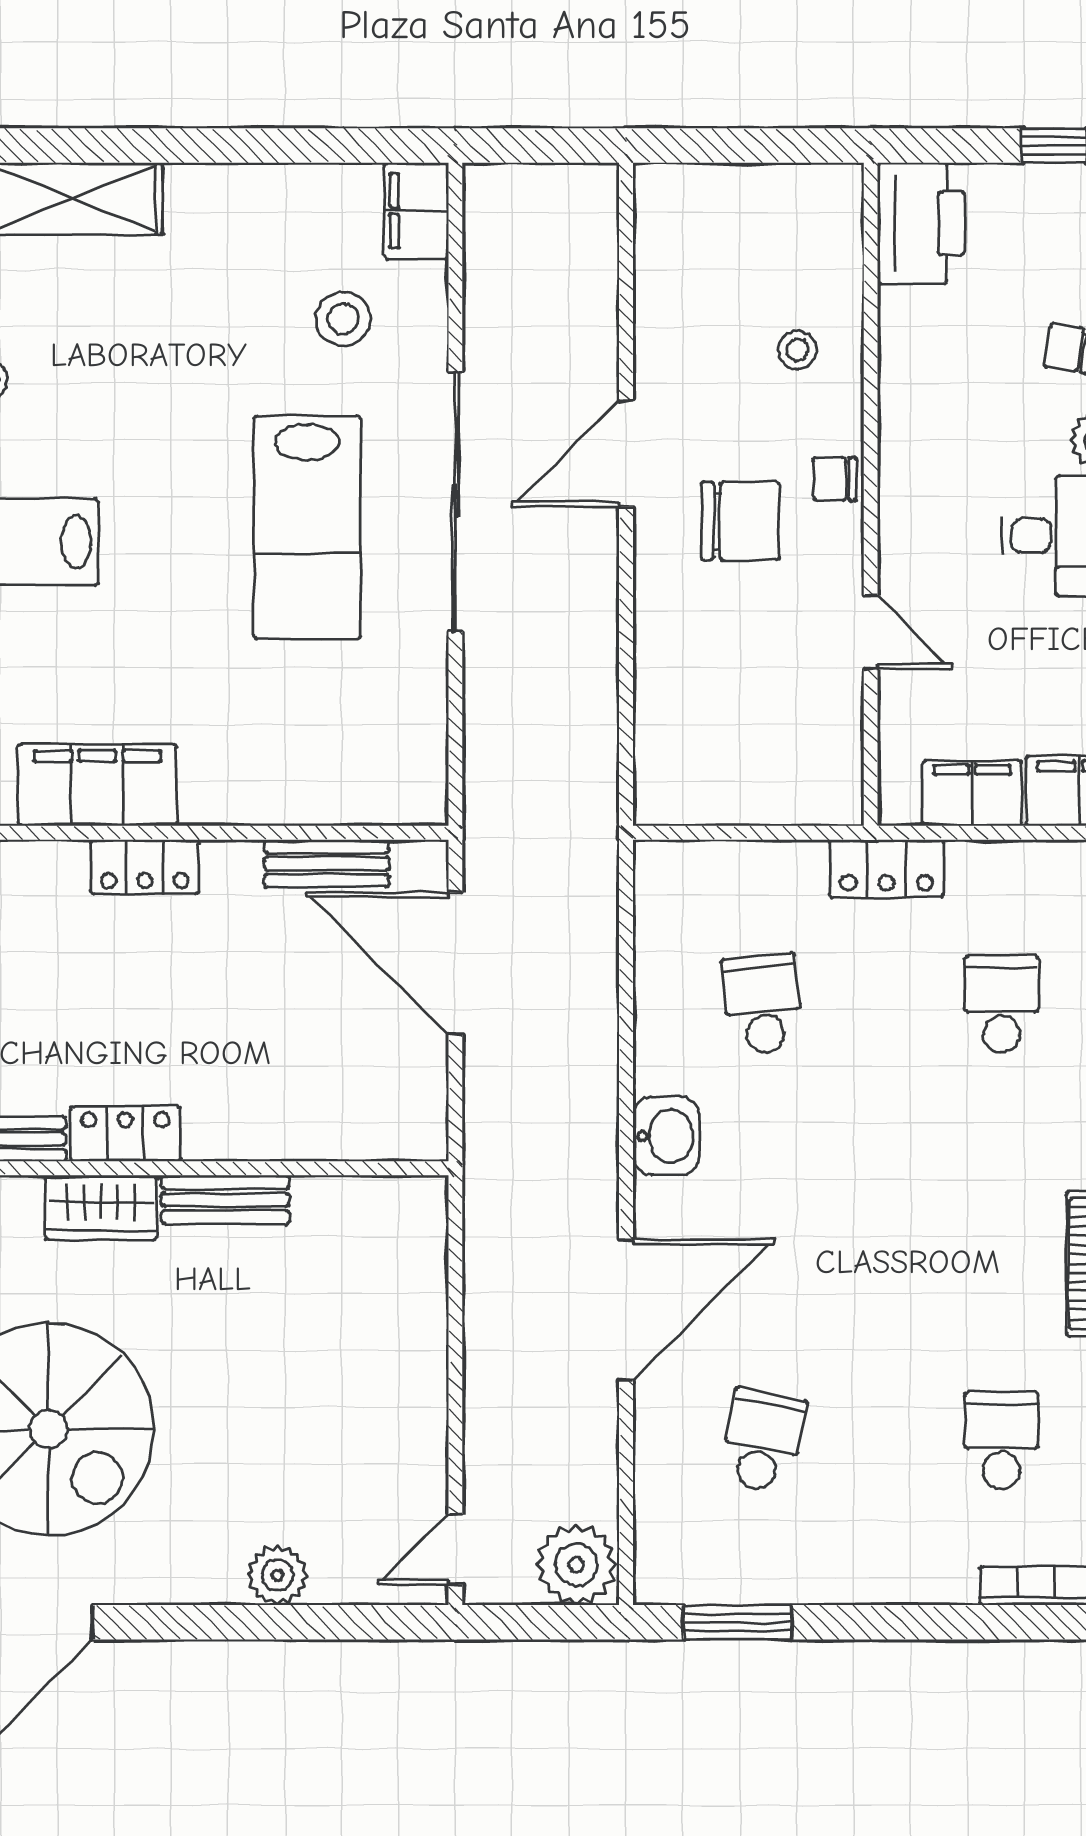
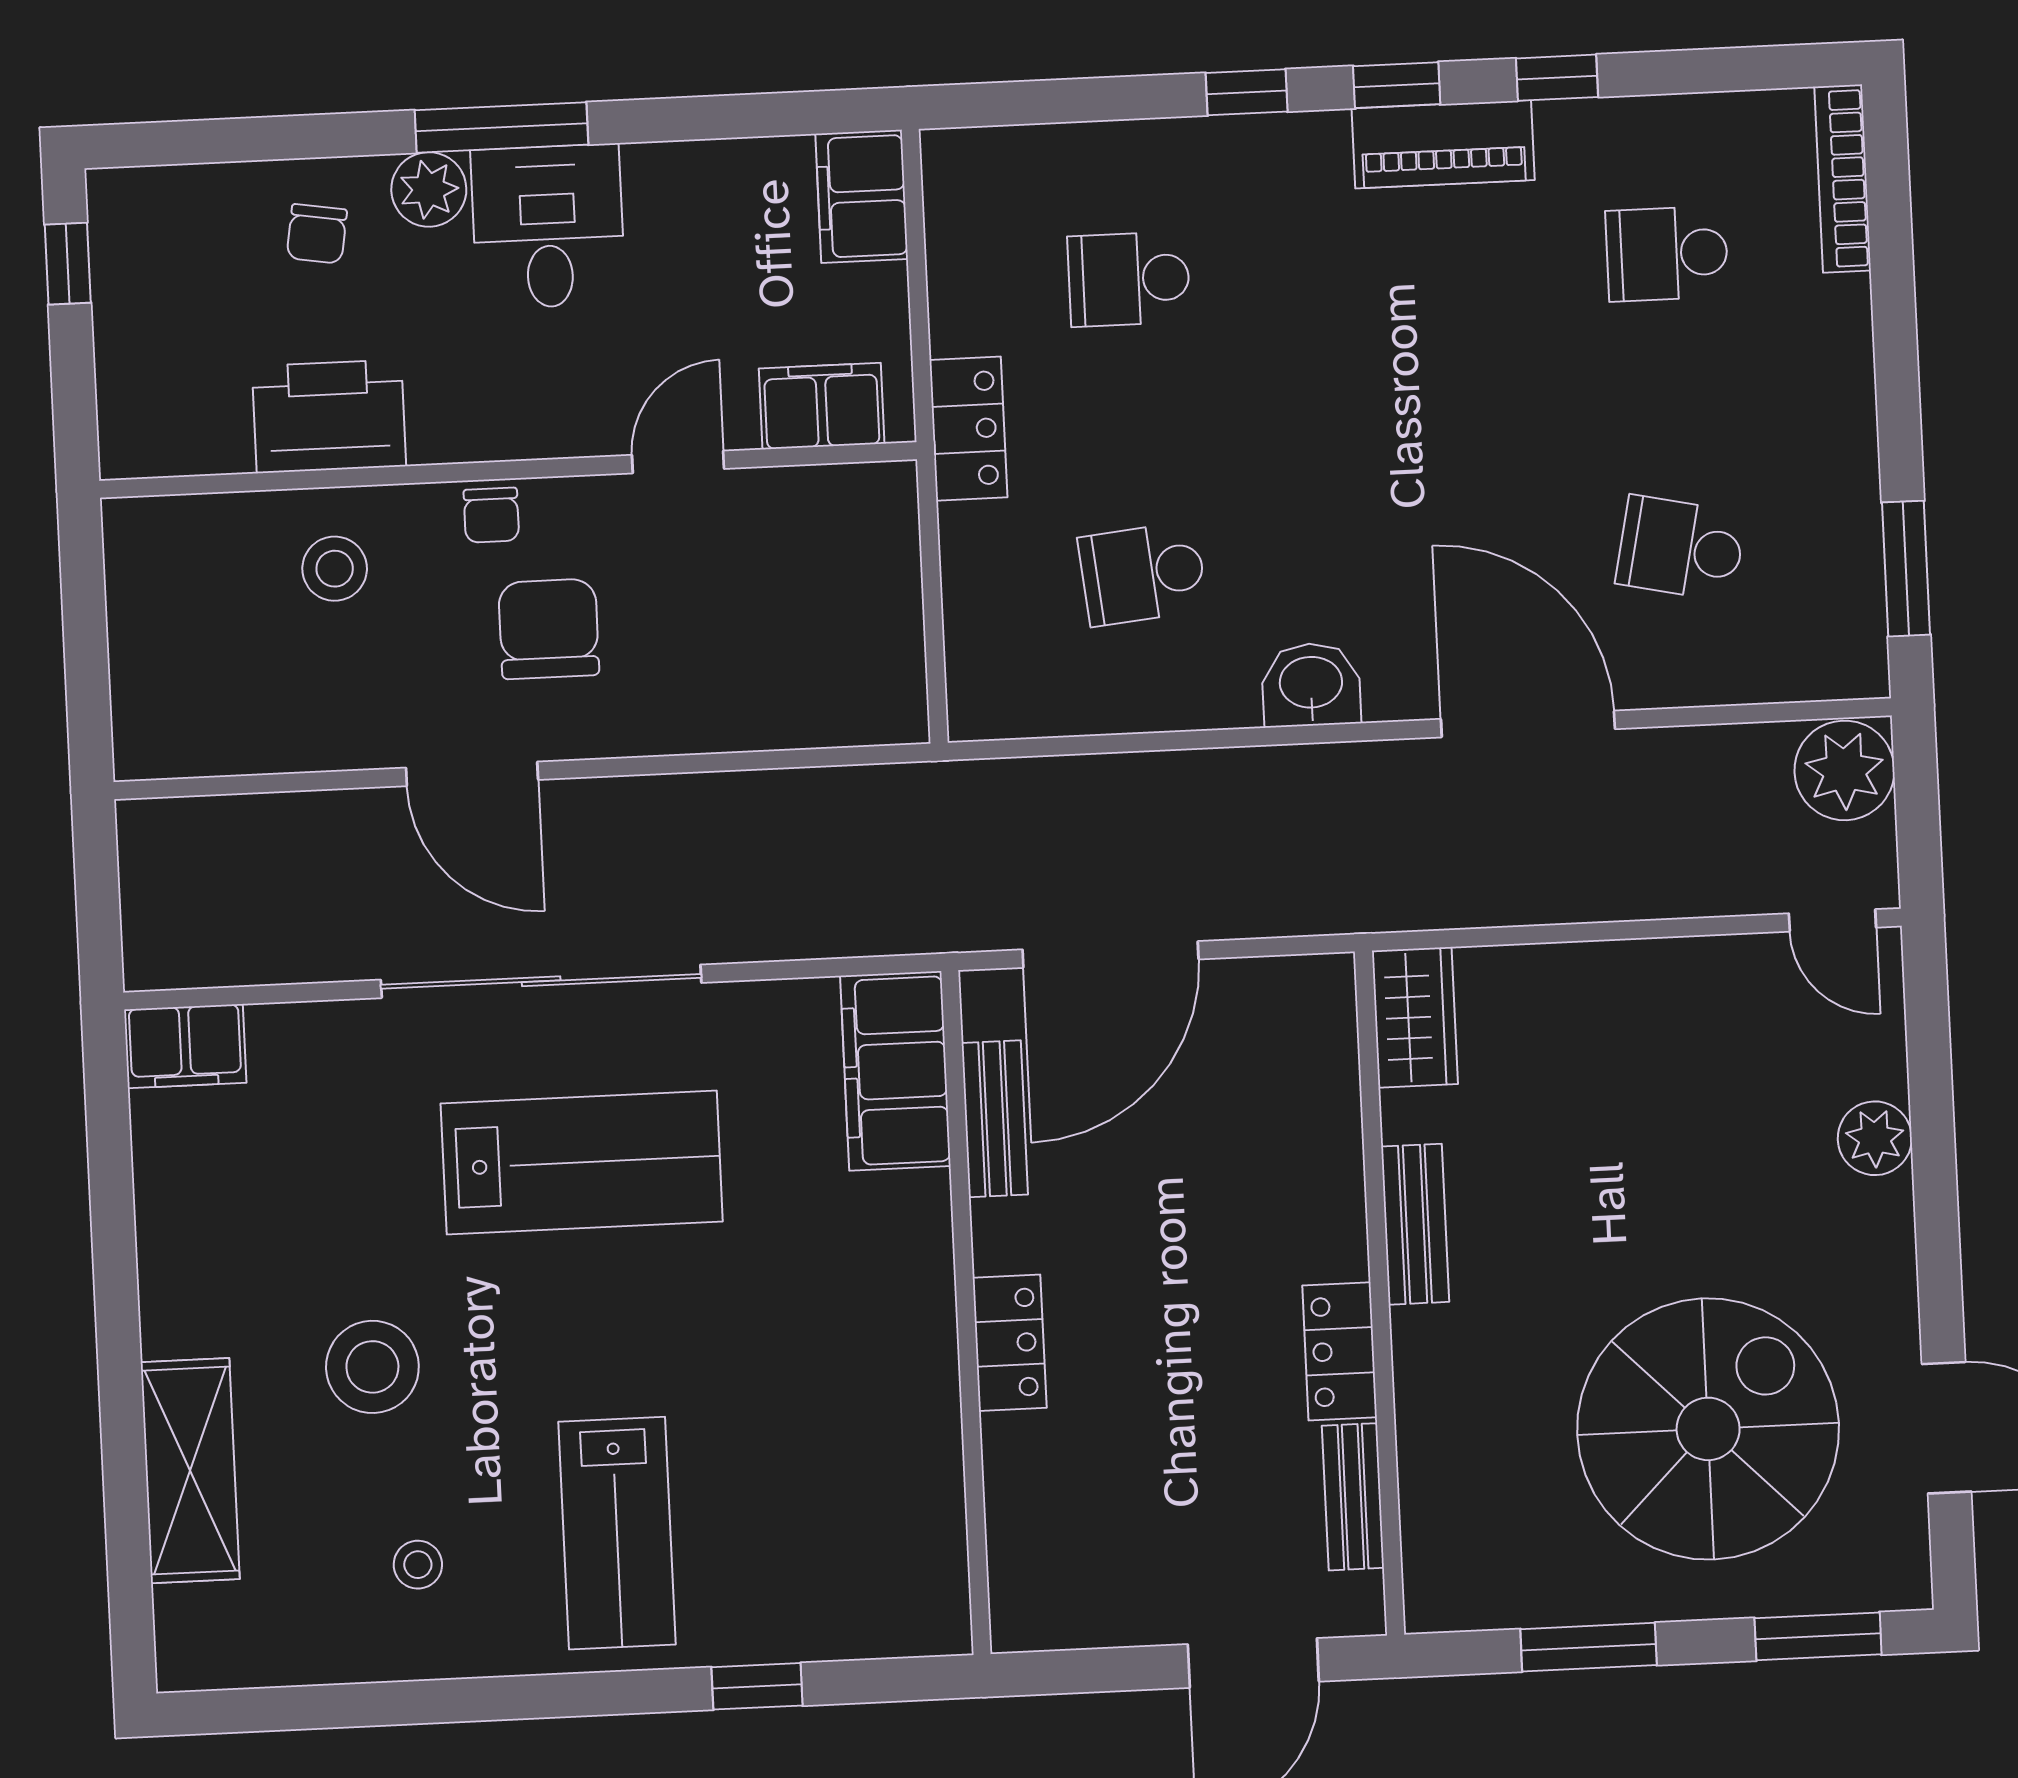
printer: (921, 223) -> (329, 416), moved
stool: (343, 319) -> (372, 1367), moved, width x1.38, depth x1.38
stool: (797, 350) -> (335, 569), width x1.37, depth x1.37
filing cabinet: (97, 785) -> (895, 1071), moved
filing cabinet: (972, 793) -> (822, 406), moved, turned 90
wardrobe: (101, 1207) -> (1415, 1017), moved

